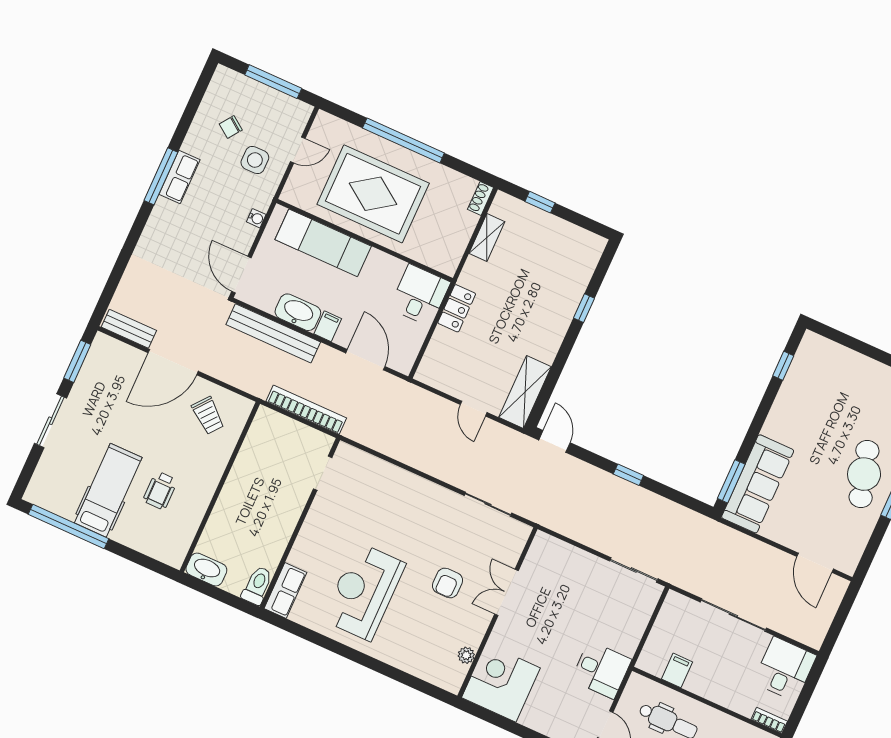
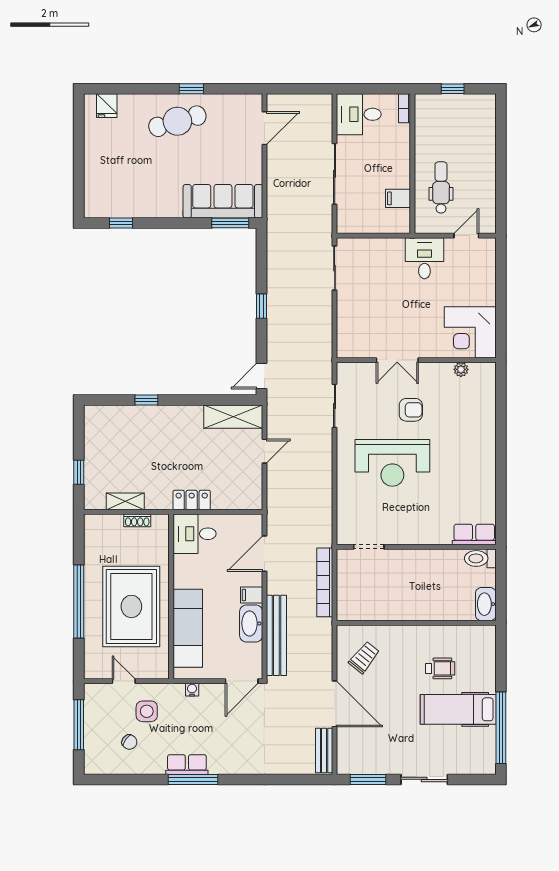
shoe rack: (481, 198) -> (137, 520), moved
reception desk: (364, 592) -> (392, 463), moved

